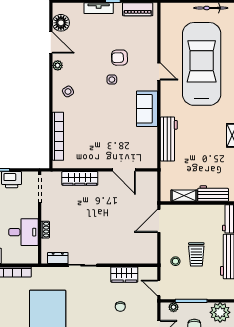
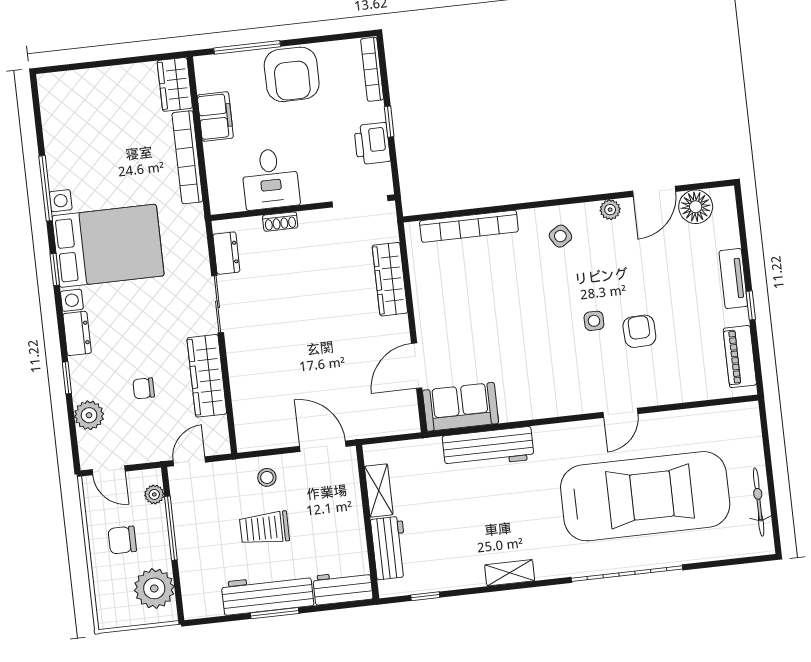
sofa: (147, 109) -> (461, 407), moved
stool: (175, 261) -> (267, 477), moved
wardrobe: (124, 275) -> (207, 376), width x1.50

